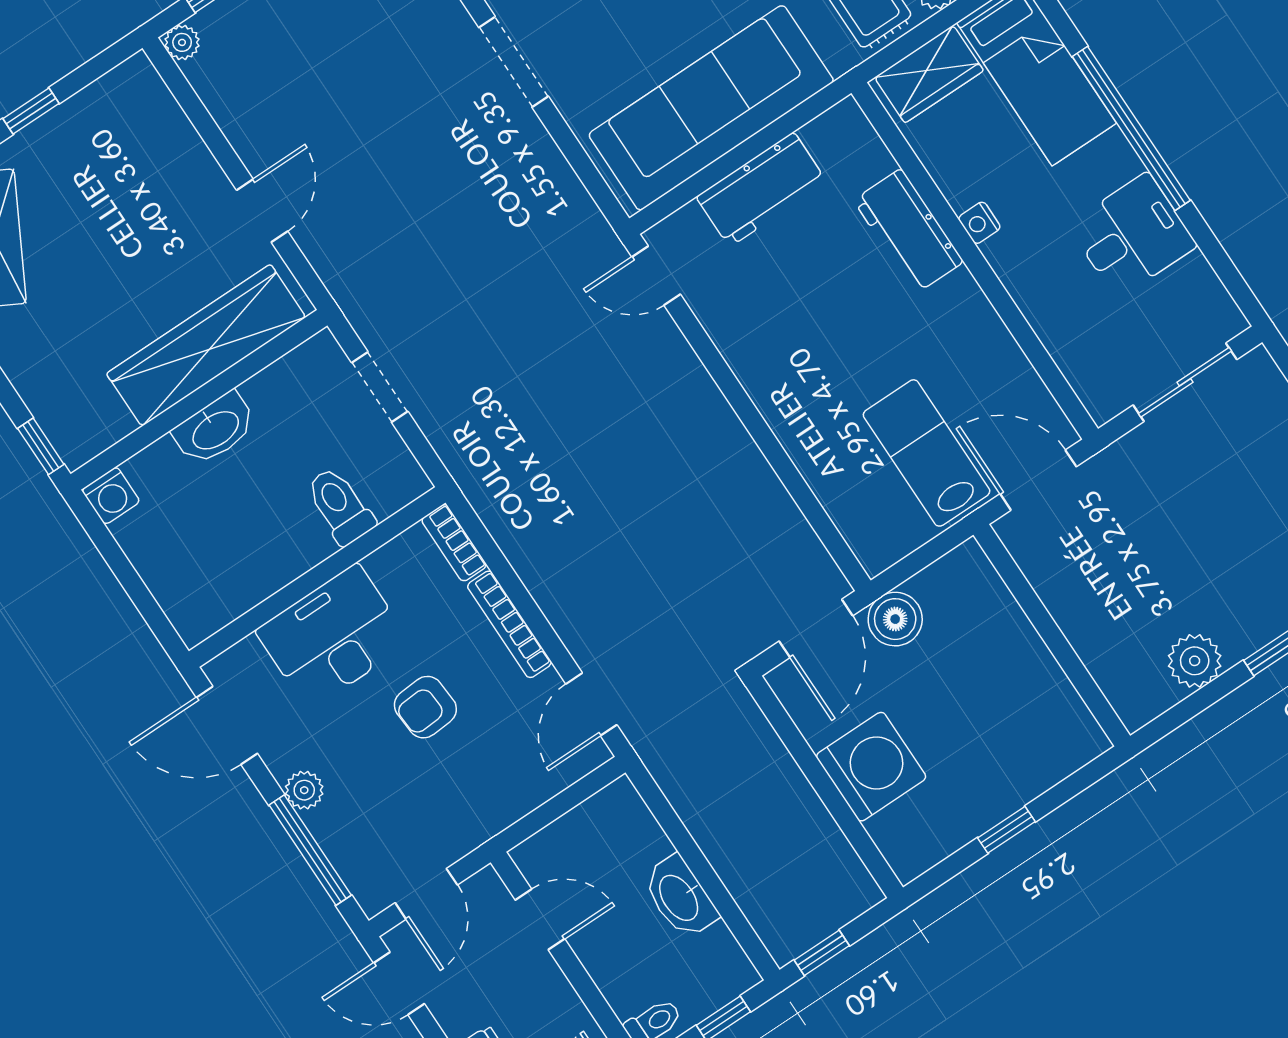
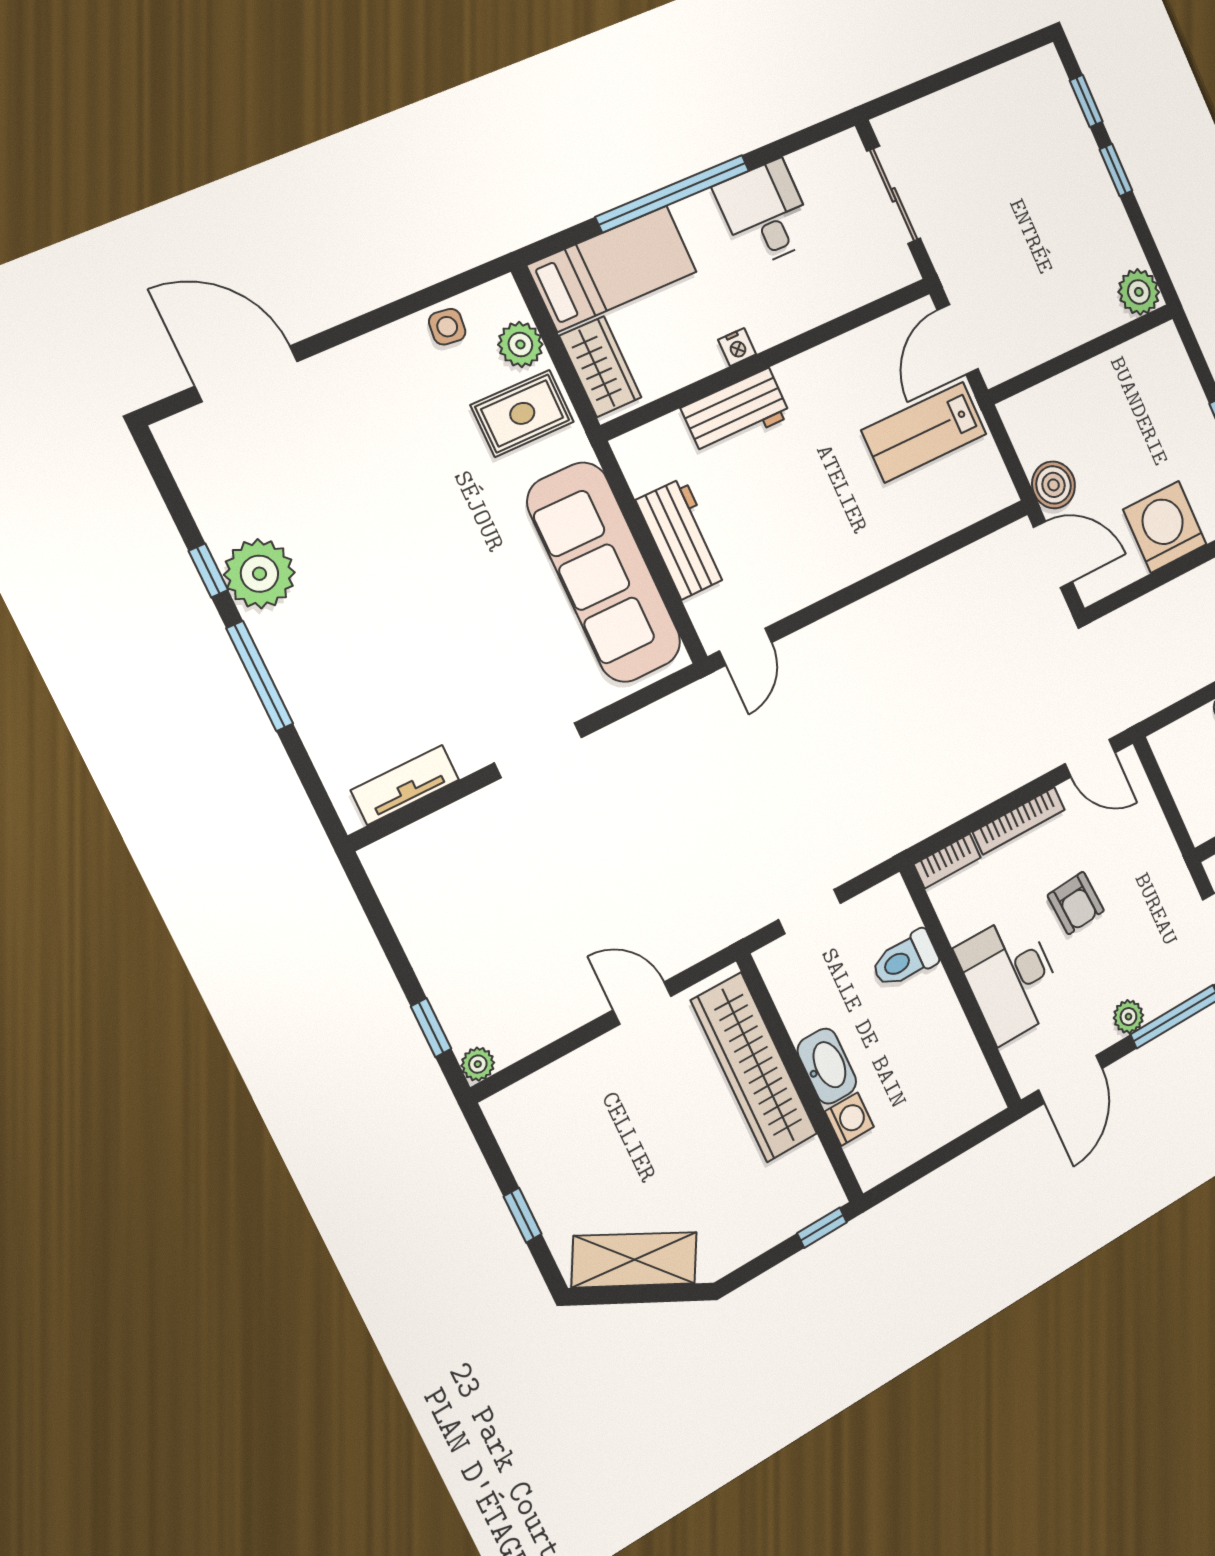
washing machine: (111, 496) -> (849, 1119), moved
plant: (1195, 661) -> (1139, 292), moved

